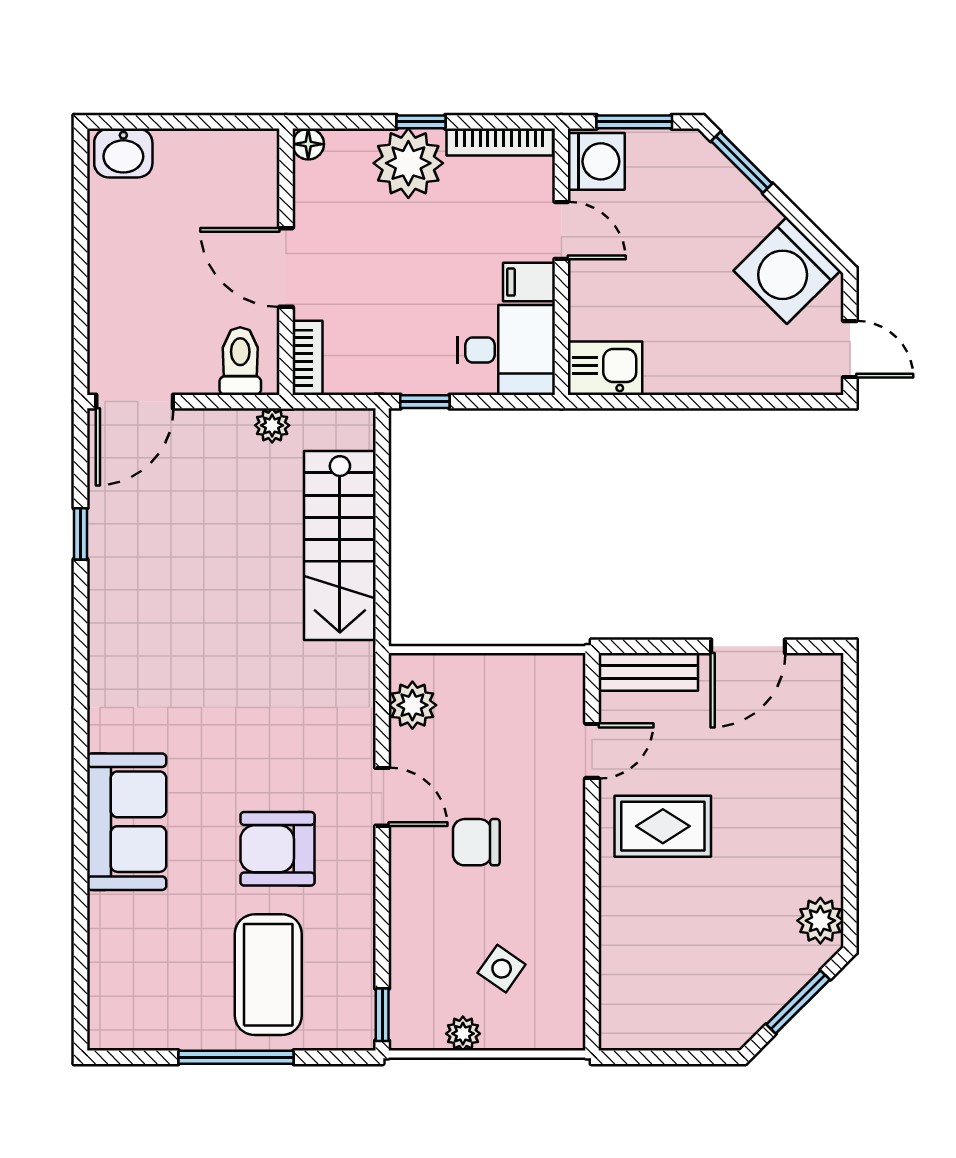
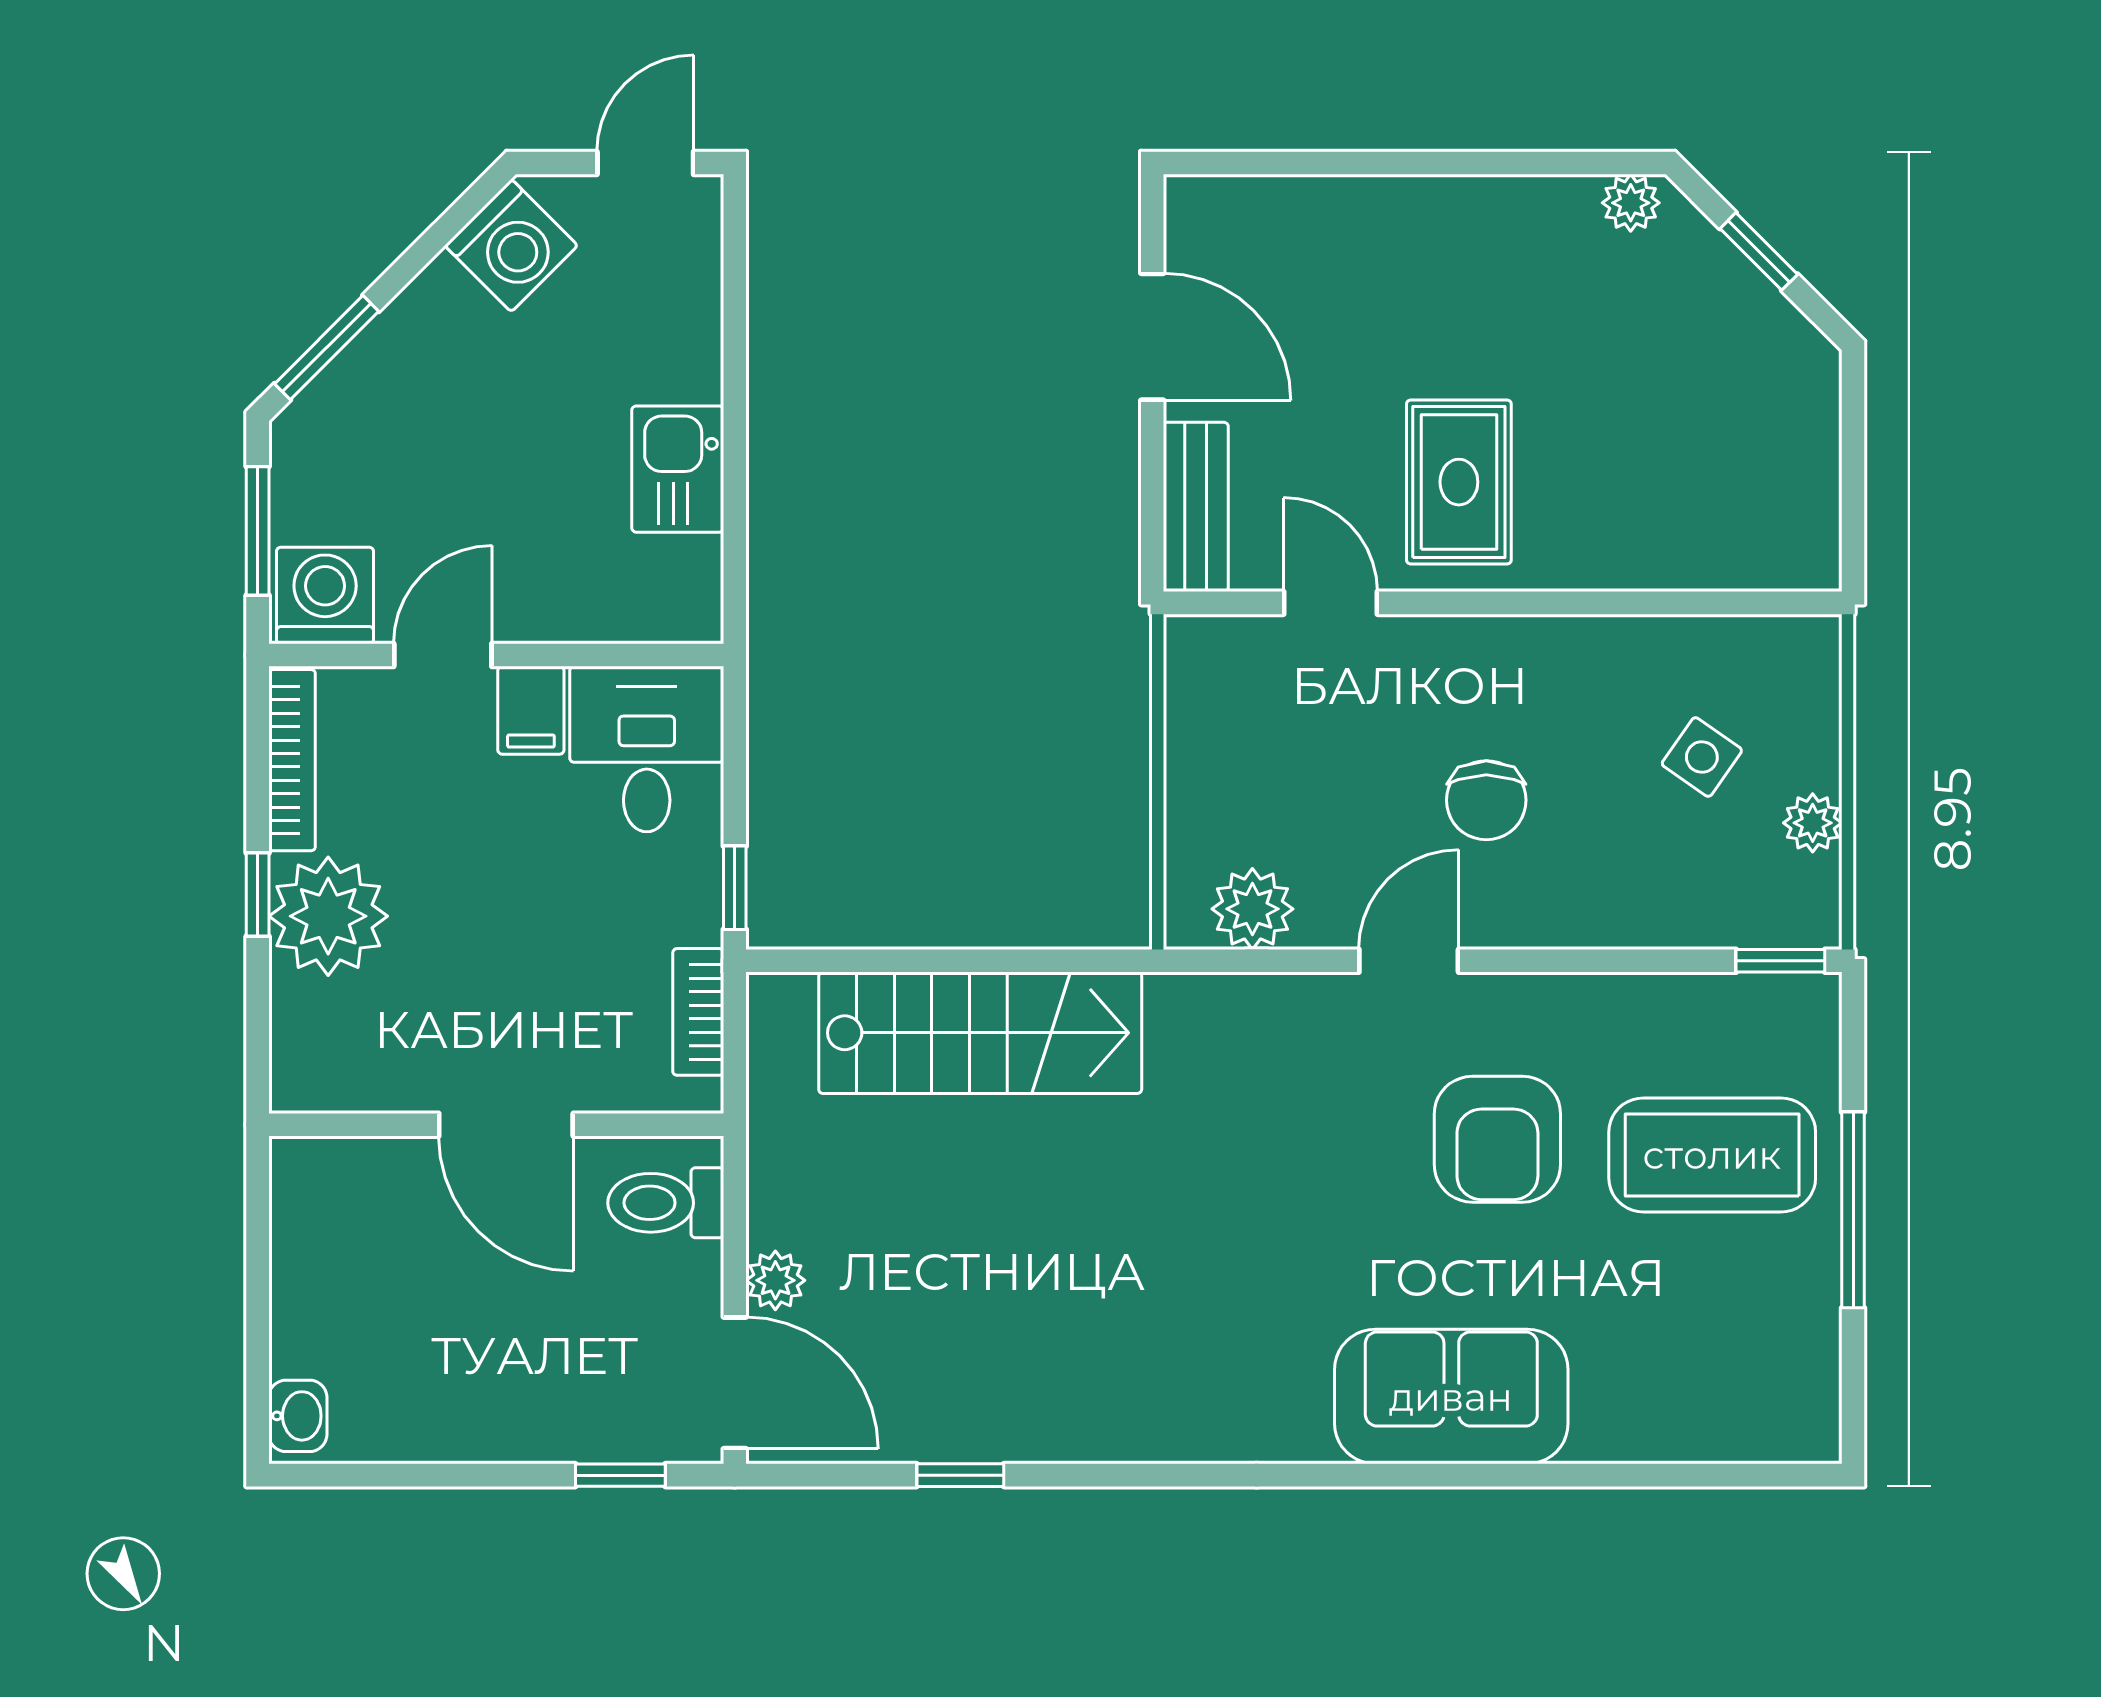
floor lamp: (308, 144) -> (295, 1087), removed
washbasin: (123, 153) -> (298, 1416), width x0.72, depth x0.69
door: (286, 267) -> (506, 1125), hinge flipped
washing machine: (787, 271) -> (511, 246), width x0.73, depth x0.73
window: (81, 335) -> (620, 1475), added
bookcase: (307, 358) -> (698, 1012), moved, turned -90
kitchen sink: (605, 368) -> (678, 469), moved
plant: (272, 425) -> (775, 1280), moved
plant: (820, 921) -> (1631, 203), width x0.73, depth x0.73
window: (798, 1002) -> (1759, 251), width x0.67

